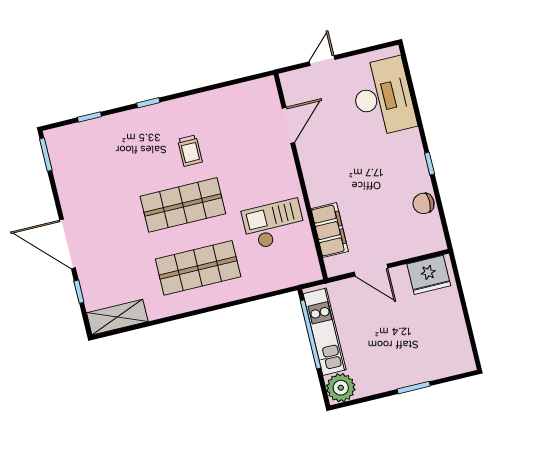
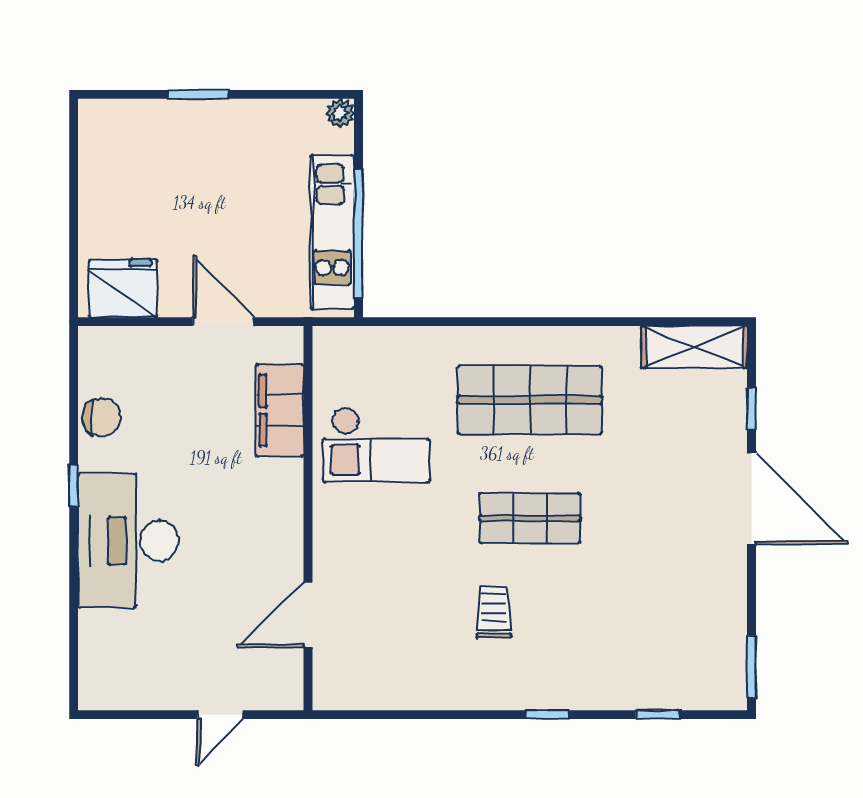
desk: (383, 97) -> (128, 541), moved
shop shelf: (183, 205) -> (530, 518), width x0.70, depth x0.74
plant: (341, 388) -> (340, 113), width x0.53, depth x0.53

